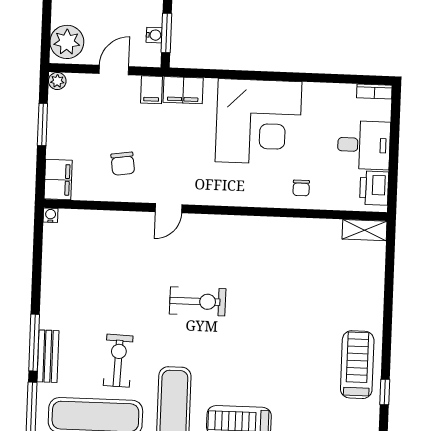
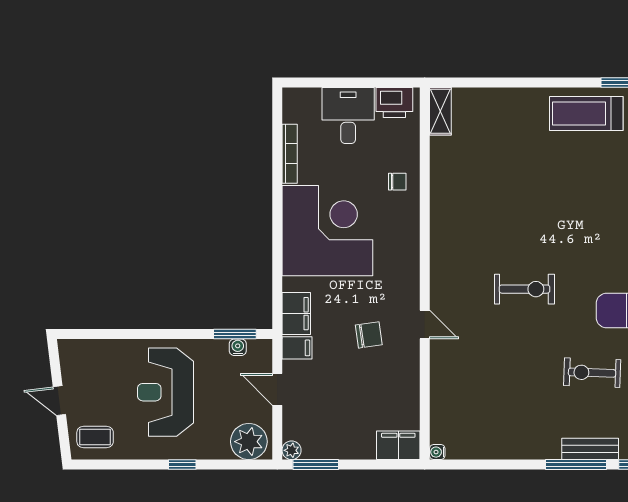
bookcase: (374, 91) -> (290, 154), moved, width x1.56
window: (42, 124) -> (316, 465), moved
chair: (123, 164) -> (369, 335), moved
exercise bike: (198, 301) -> (524, 289), turned 90

